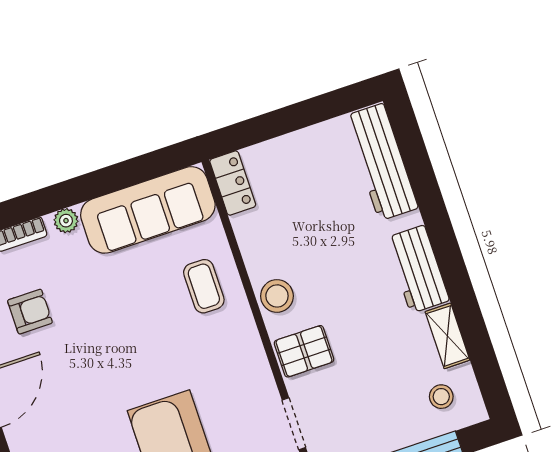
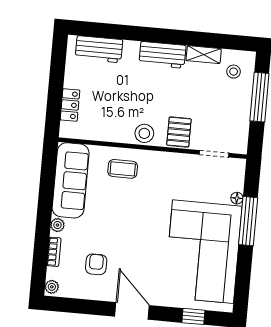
workbench: (381, 162) -> (99, 49), width x0.73
locker: (233, 183) -> (70, 105), moved, turned 90

